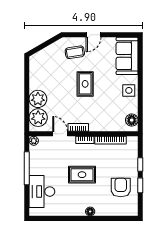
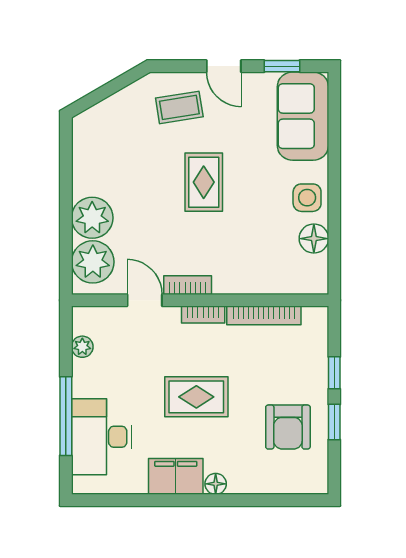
door: (94, 35) -> (224, 66), hinge flipped
window: (118, 35) -> (282, 66), added
floor lamp: (132, 120) -> (314, 239), moved
plant: (34, 141) -> (82, 347), moved
window: (27, 168) -> (66, 416), moved
armchair: (121, 187) -> (288, 427), turned 180
filing cabinet: (73, 208) -> (176, 476), added

